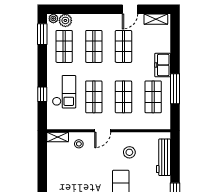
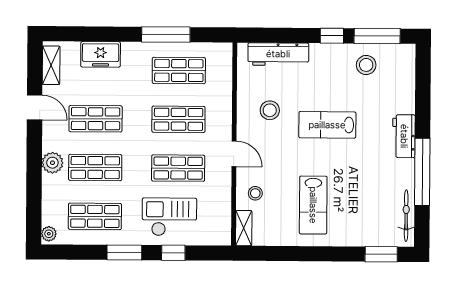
plant: (65, 20) -> (52, 163), moved
window: (42, 34) -> (124, 252), moved
freezer: (163, 65) -> (101, 54), moved
lab bench: (72, 179) -> (313, 205), added

